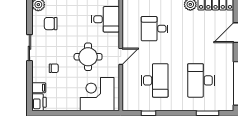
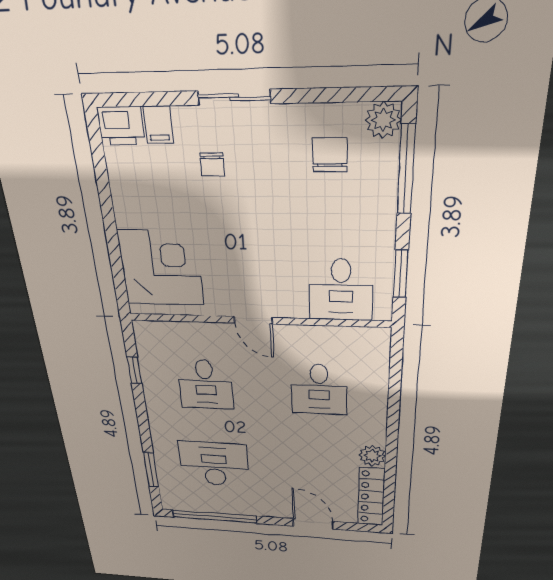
desk: (155, 29) -> (319, 389), turned 180
sliding door: (29, 48) -> (234, 97), moved
round table: (88, 57) -> (248, 249), removed
desk: (155, 80) -> (205, 385), width x0.73

